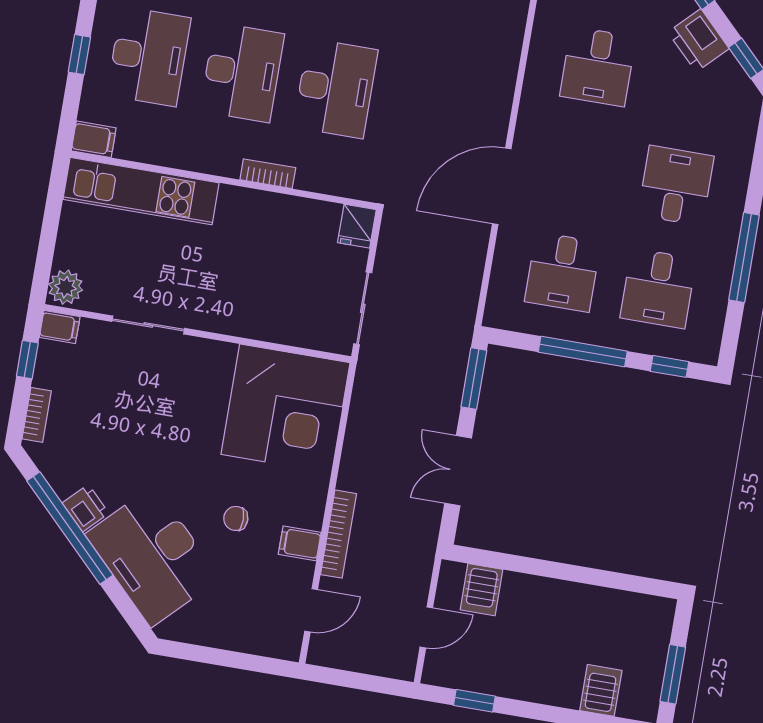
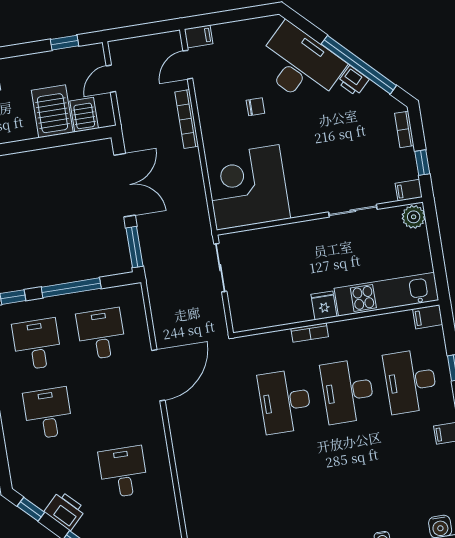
desk: (676, 186) -> (48, 413), turned 180
fridge: (357, 226) -> (324, 305), moved
double door: (458, 471) -> (125, 185), width x1.37
filing cabinet: (300, 543) -> (199, 36), moved
server rack: (525, 610) -> (52, 111), added

